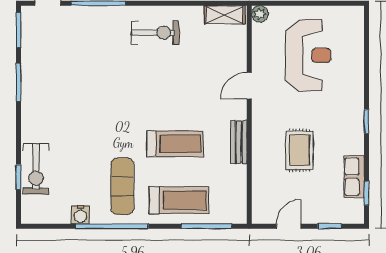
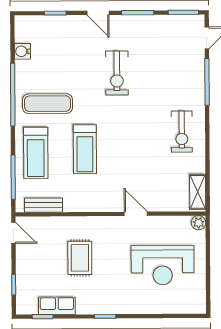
door: (19, 128) -> (98, 13), added
bench: (239, 142) -> (44, 205), moved
rug: (299, 150) -> (80, 258), turned 90
exercise bike: (36, 169) -> (117, 73), moved, turned -90
water cooler: (80, 215) -> (22, 51), moved
door: (289, 226) -> (13, 233), moved

